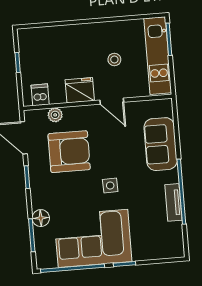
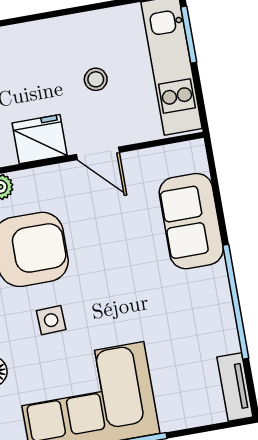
side table: (110, 185) -> (51, 320), moved
tv unit: (173, 202) -> (235, 387), moved

